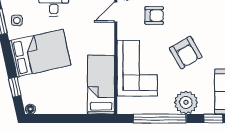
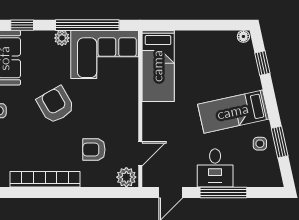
bed: (40, 53) -> (233, 112), width x0.67
corner sofa: (137, 68) -> (105, 55), moved, turned -90
plant: (186, 102) -> (62, 38), width x0.53, depth x0.53

